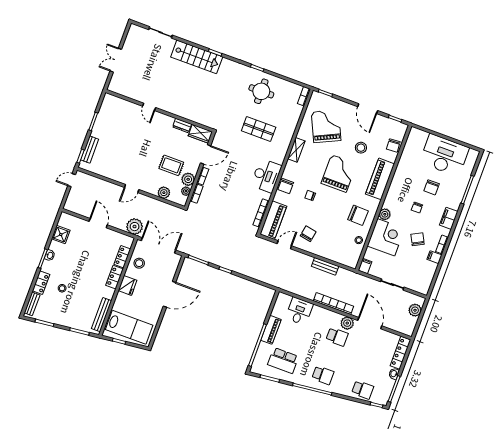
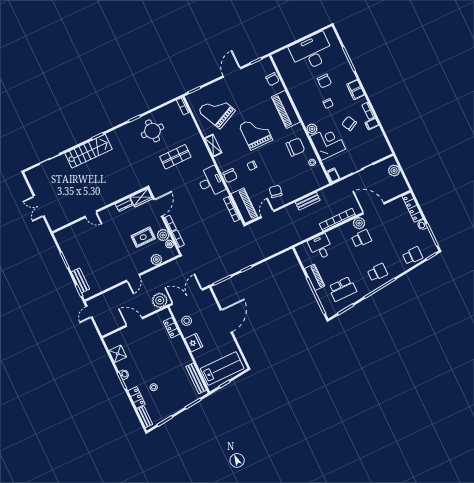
door: (368, 109) -> (232, 72), swing flipped
stool: (361, 148) -> (253, 102), removed
locker: (114, 277) -> (180, 346), removed

